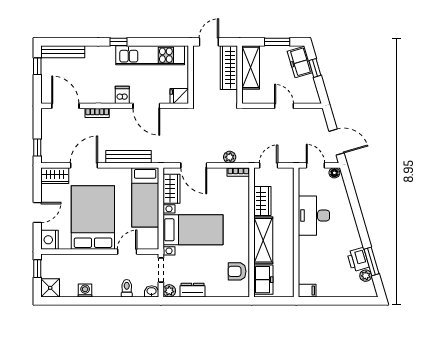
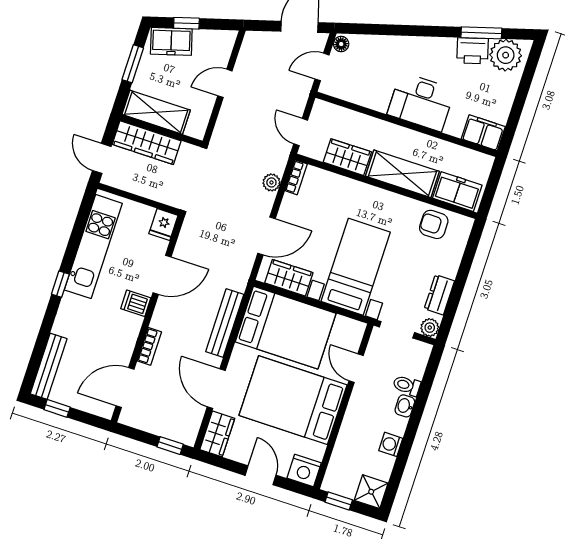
bed: (145, 197) -> (286, 328), width x1.50
desk: (314, 216) -> (421, 102), moved
armchair: (237, 271) -> (434, 224), turned 90
plant: (366, 276) -> (506, 55), width x1.87, depth x1.87
washbasin: (152, 291) -> (405, 406), moved
filing cabinet: (307, 291) -> (483, 133), width x2.00

